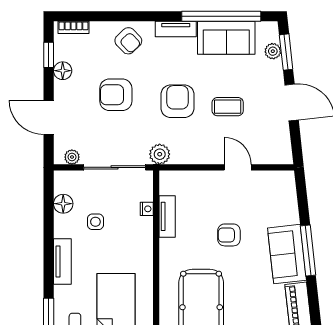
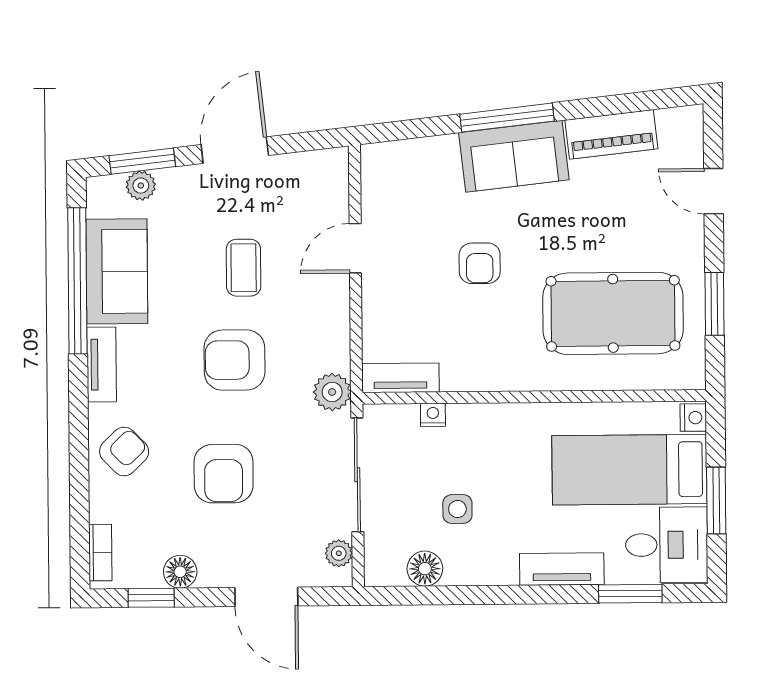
door: (49, 117) -> (266, 597), hinge flipped
tv unit: (167, 216) -> (400, 378), moved
tv unit: (62, 261) -> (562, 569), moved

